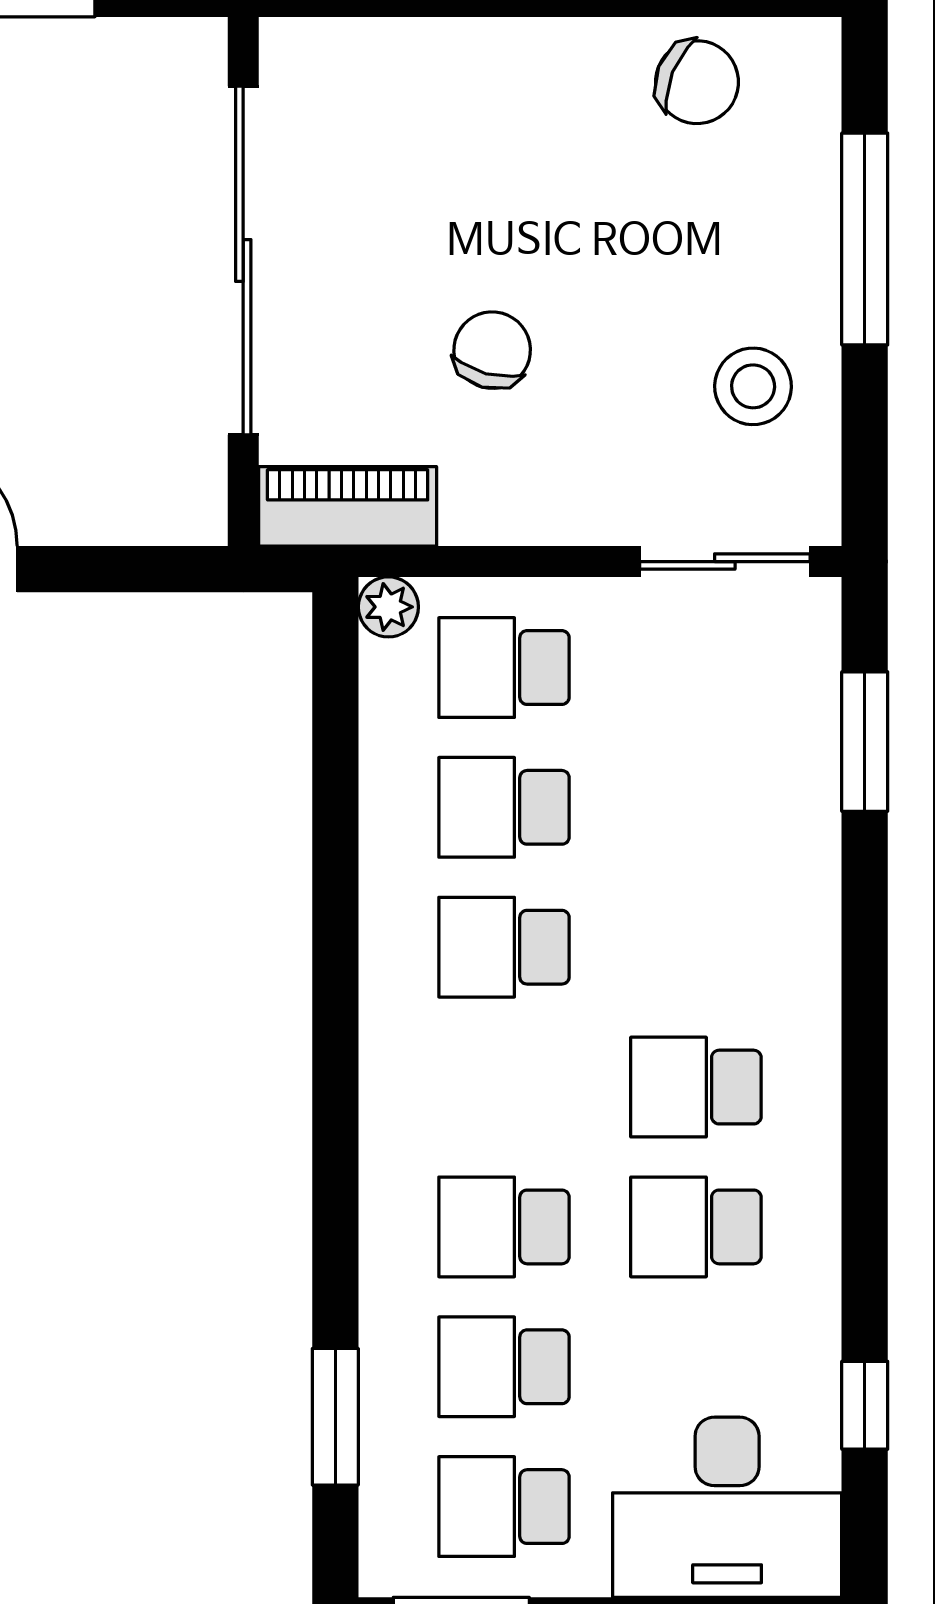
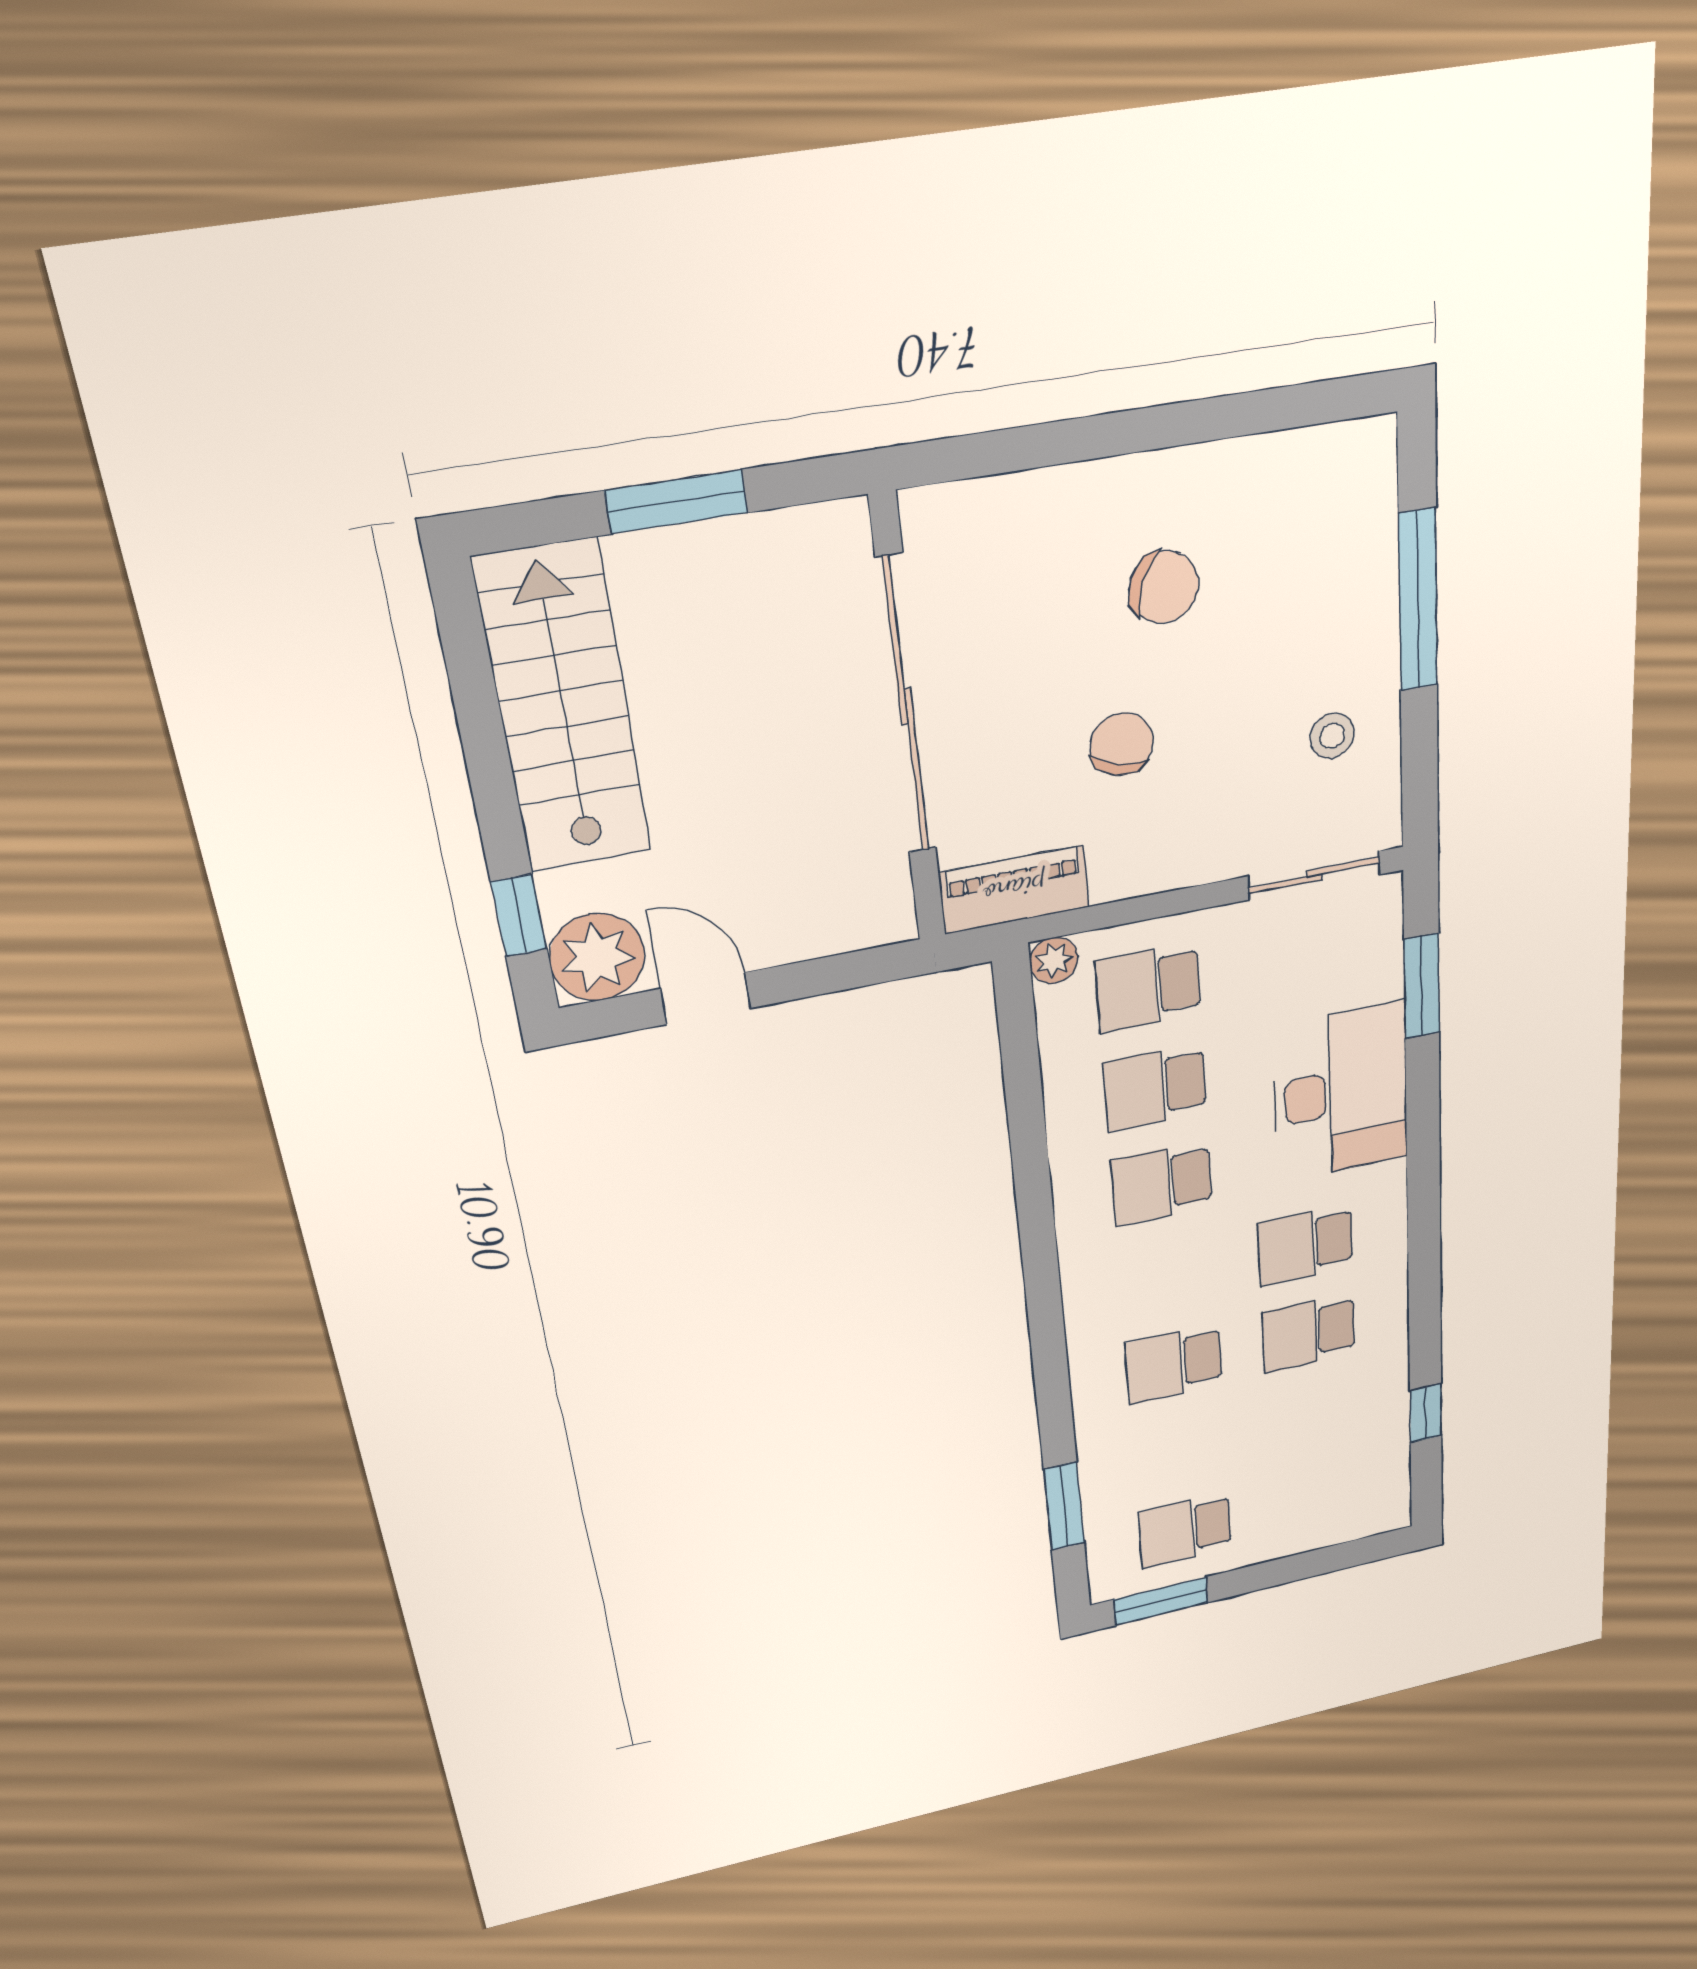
chair: (697, 82) -> (1164, 587), moved
stool: (753, 386) -> (1332, 736), width x0.73, depth x0.73
school desk: (504, 1367) -> (1180, 1449), removed
desk: (727, 1507) -> (1341, 1092), moved, turned -90

